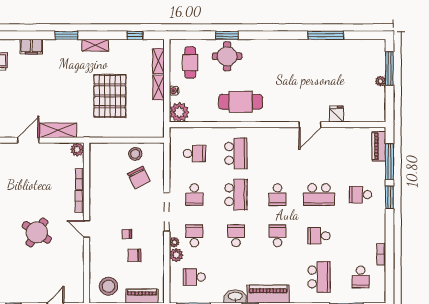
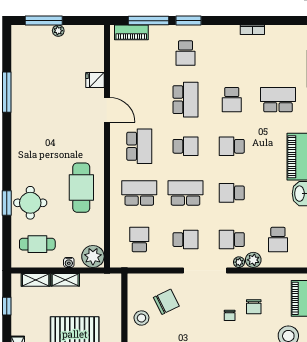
stool: (135, 154) -> (141, 318), moved
school desk: (361, 277) -> (139, 146), moved, width x1.85

